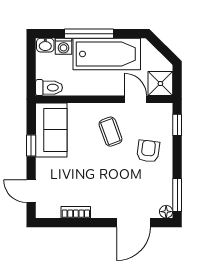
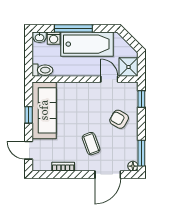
sofa: (51, 130) -> (44, 110), width x1.36
coffee table: (110, 132) -> (91, 144), moved
armchair: (148, 151) -> (119, 119), turned -67

